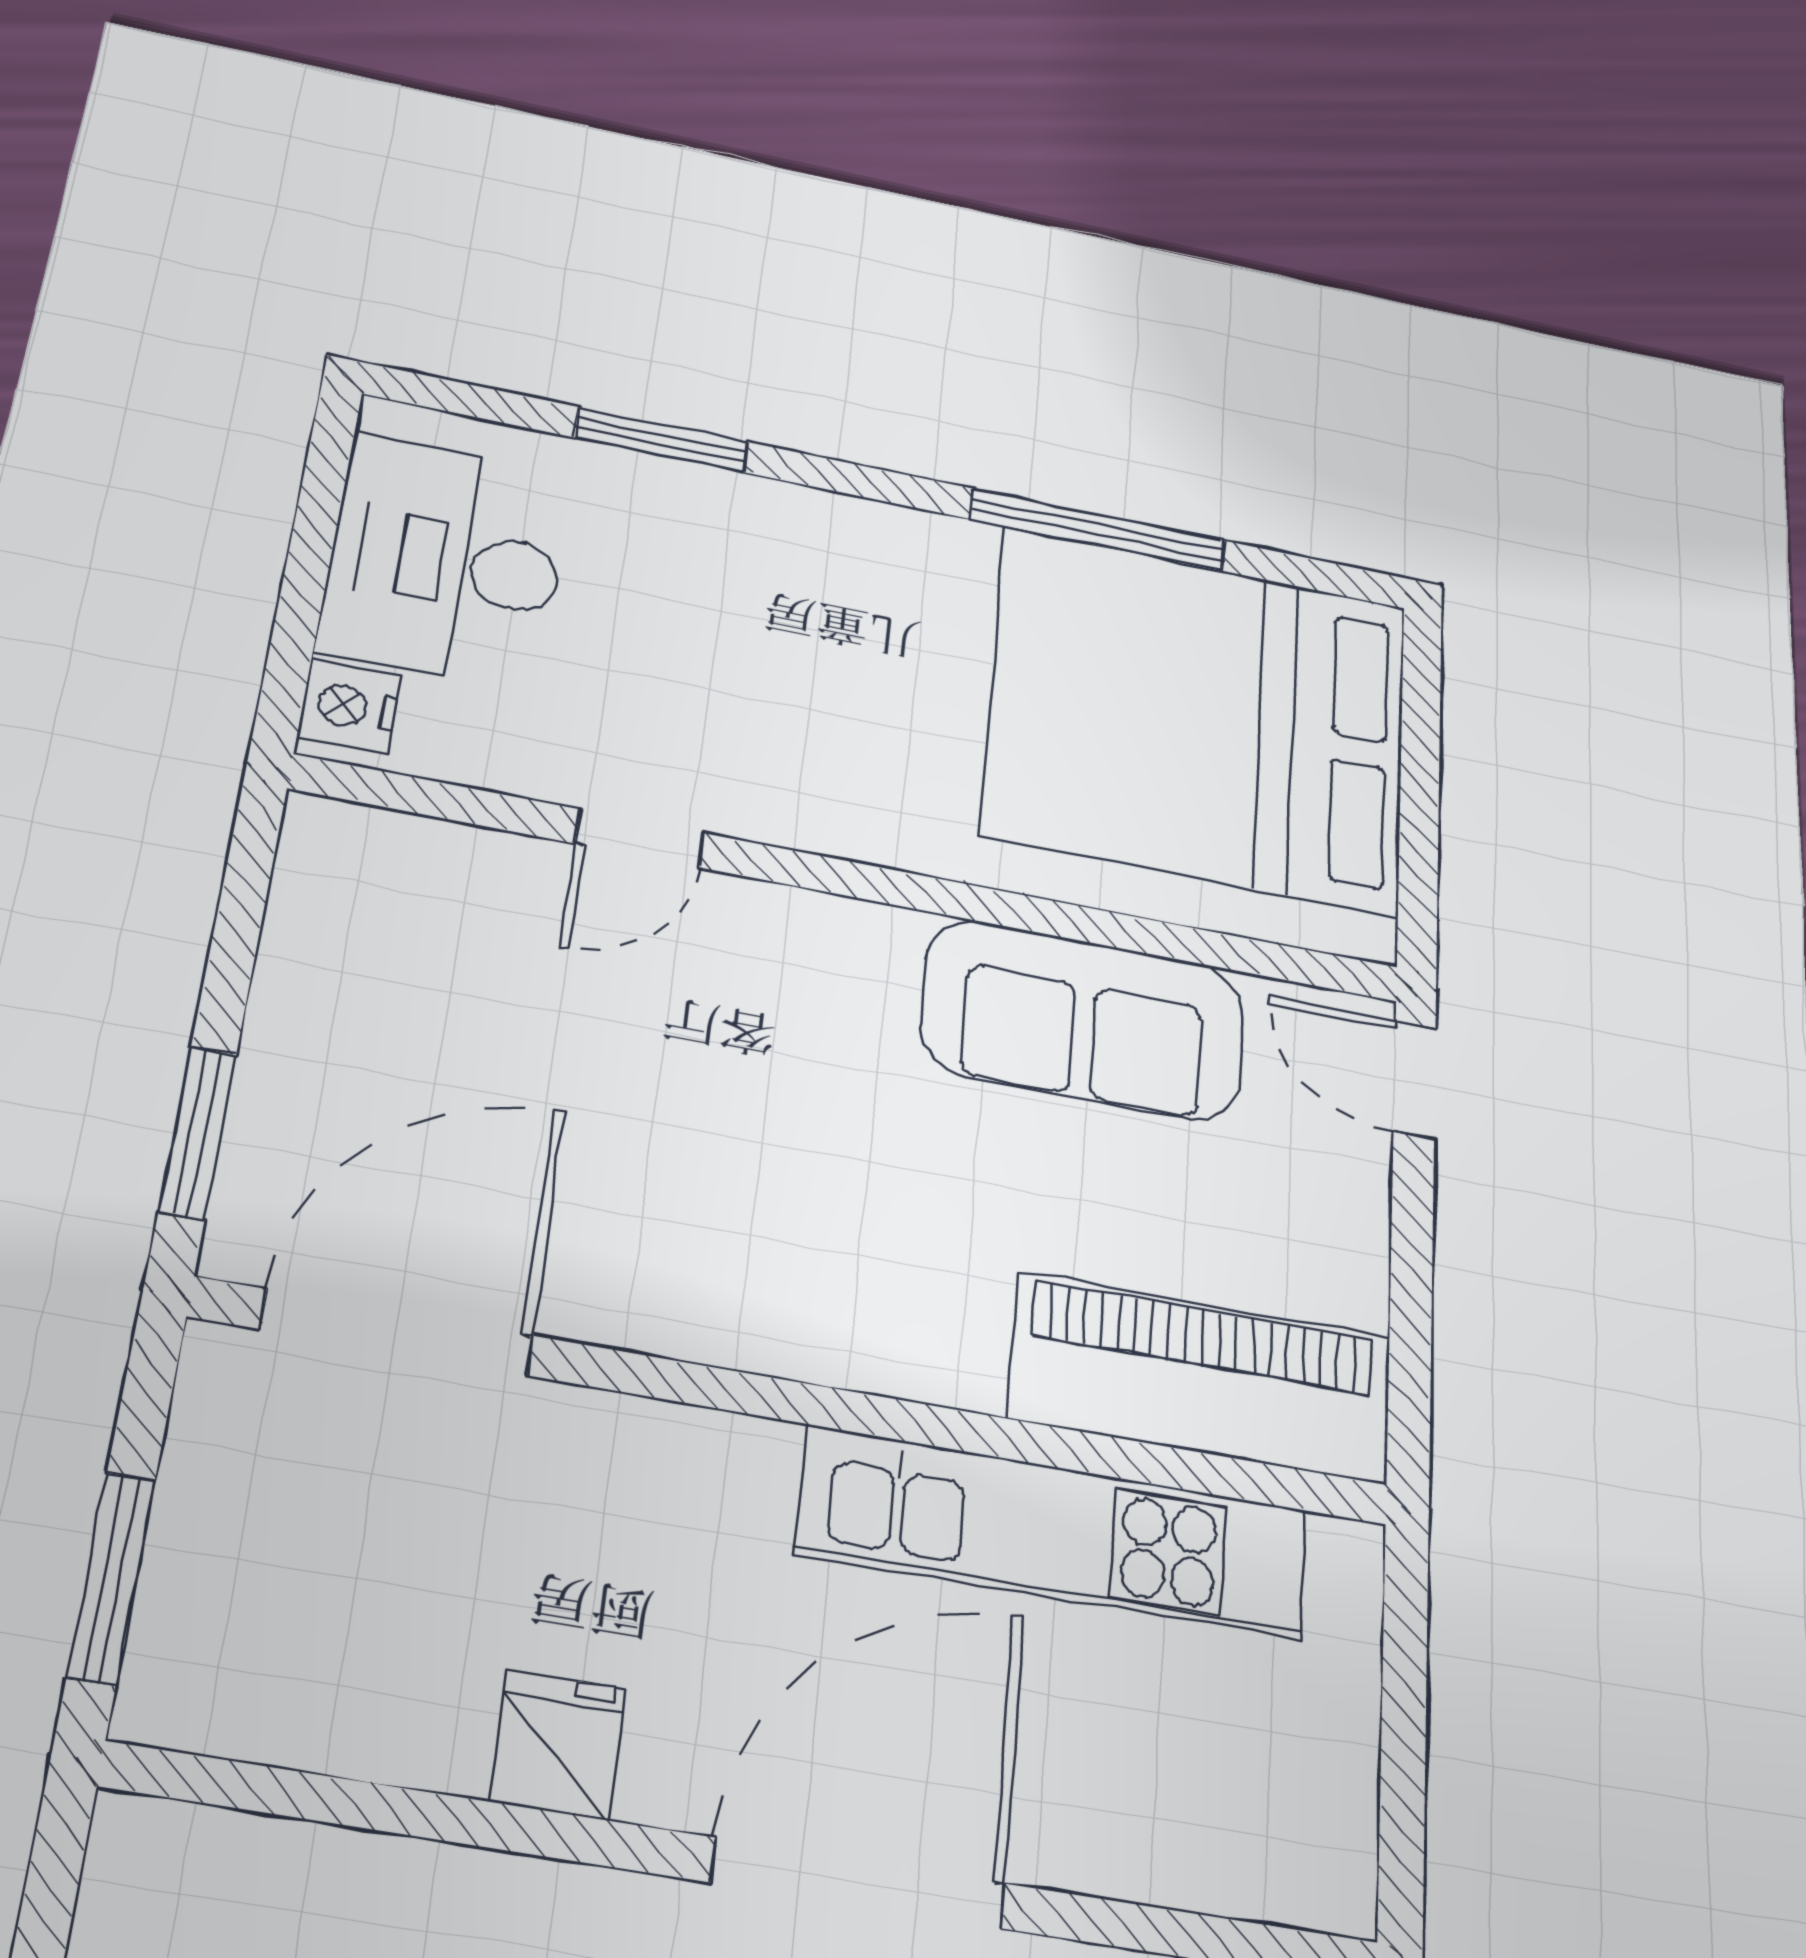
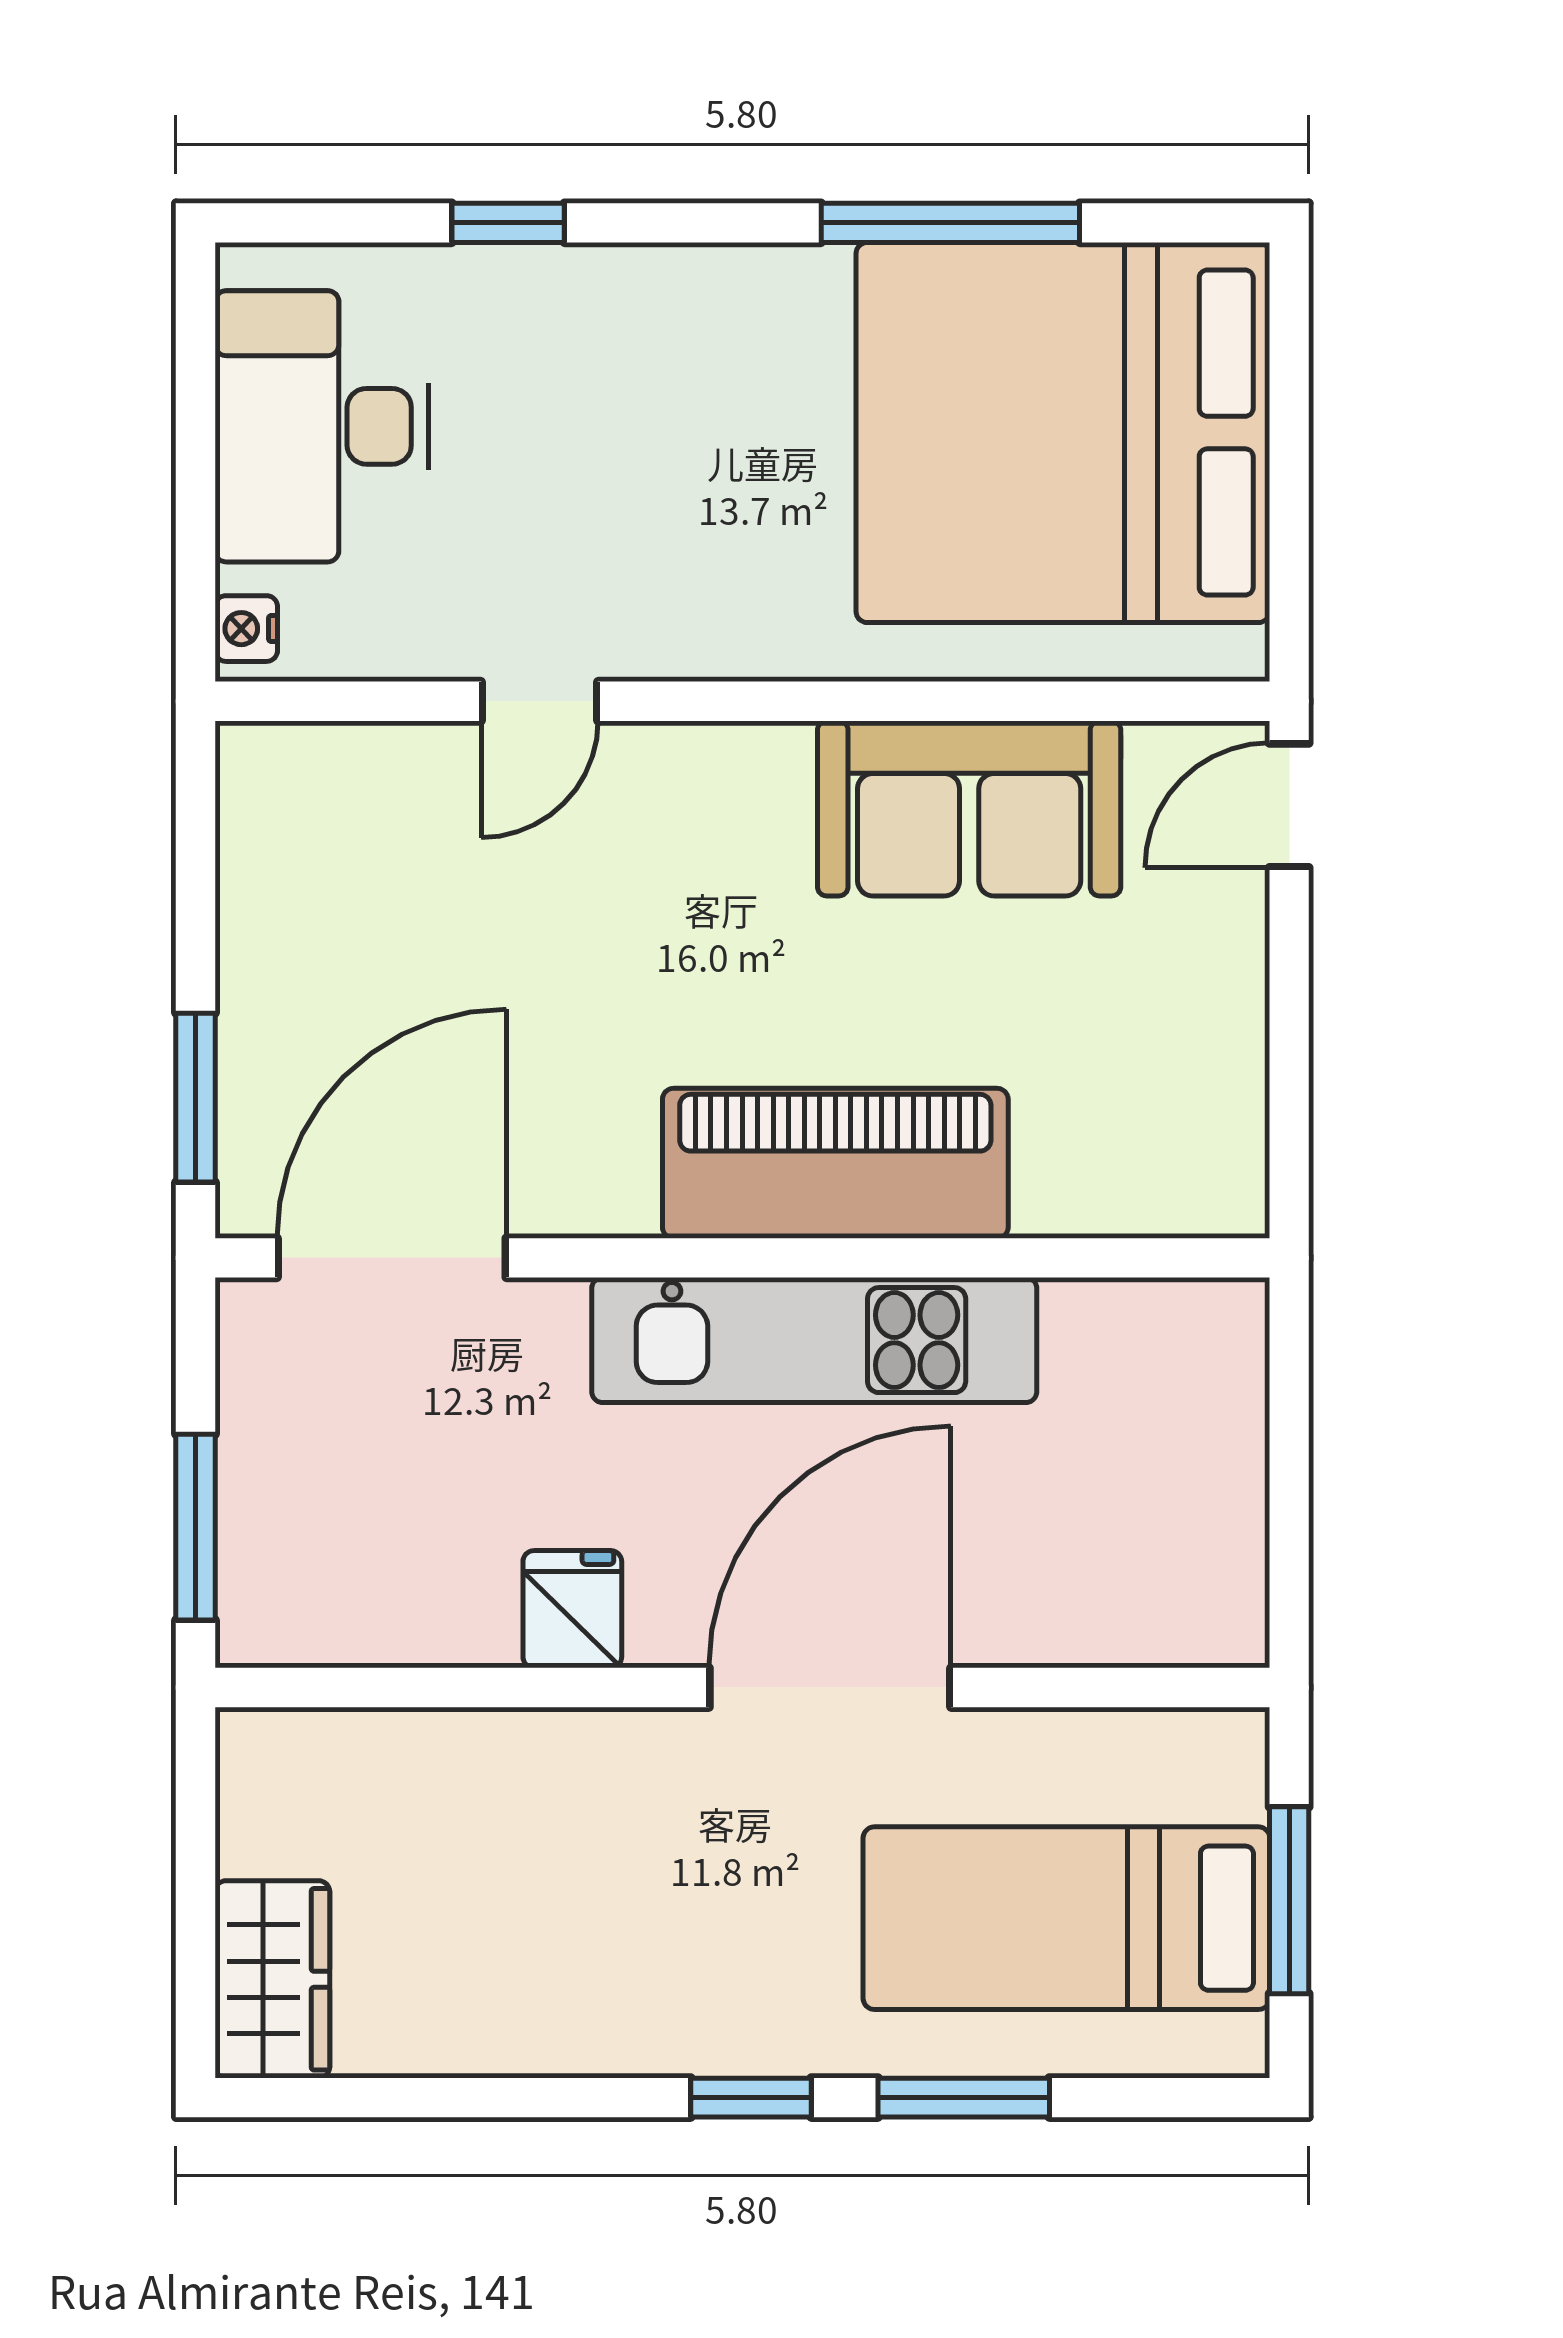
window: (661, 440) -> (508, 223), width x0.67
nightstand: (349, 706) -> (246, 629), width x0.72, depth x0.74
door: (1415, 1080) -> (1289, 805), hinge flipped
piano: (1201, 1377) -> (835, 1163), moved
kitchen unit: (1054, 1532) -> (814, 1340), moved

